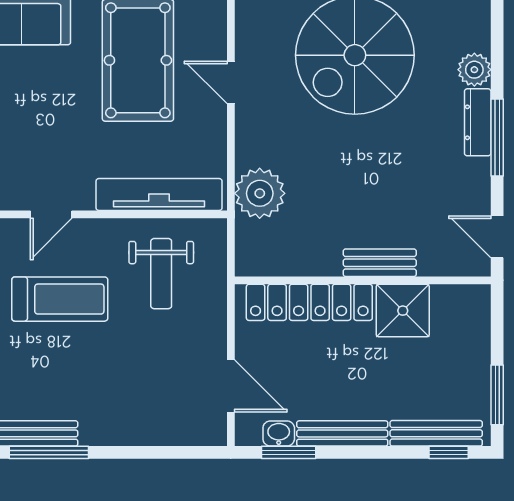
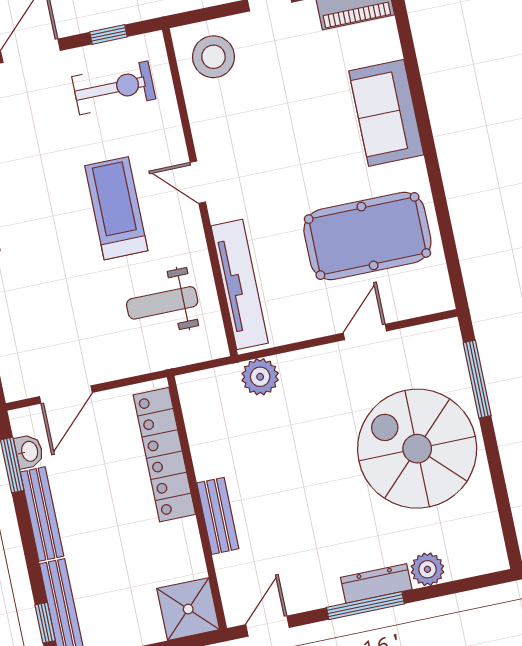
plant: (260, 193) -> (260, 377), width x0.73, depth x0.73
treadmill: (60, 299) -> (116, 208), turned 180
shower: (403, 311) -> (188, 609), moved

